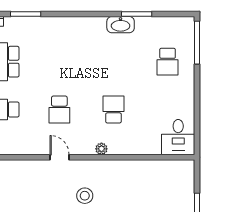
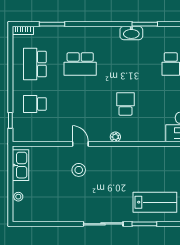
school desk: (59, 109) -> (80, 64), moved, width x1.85
stool: (85, 196) -> (79, 170), moved

